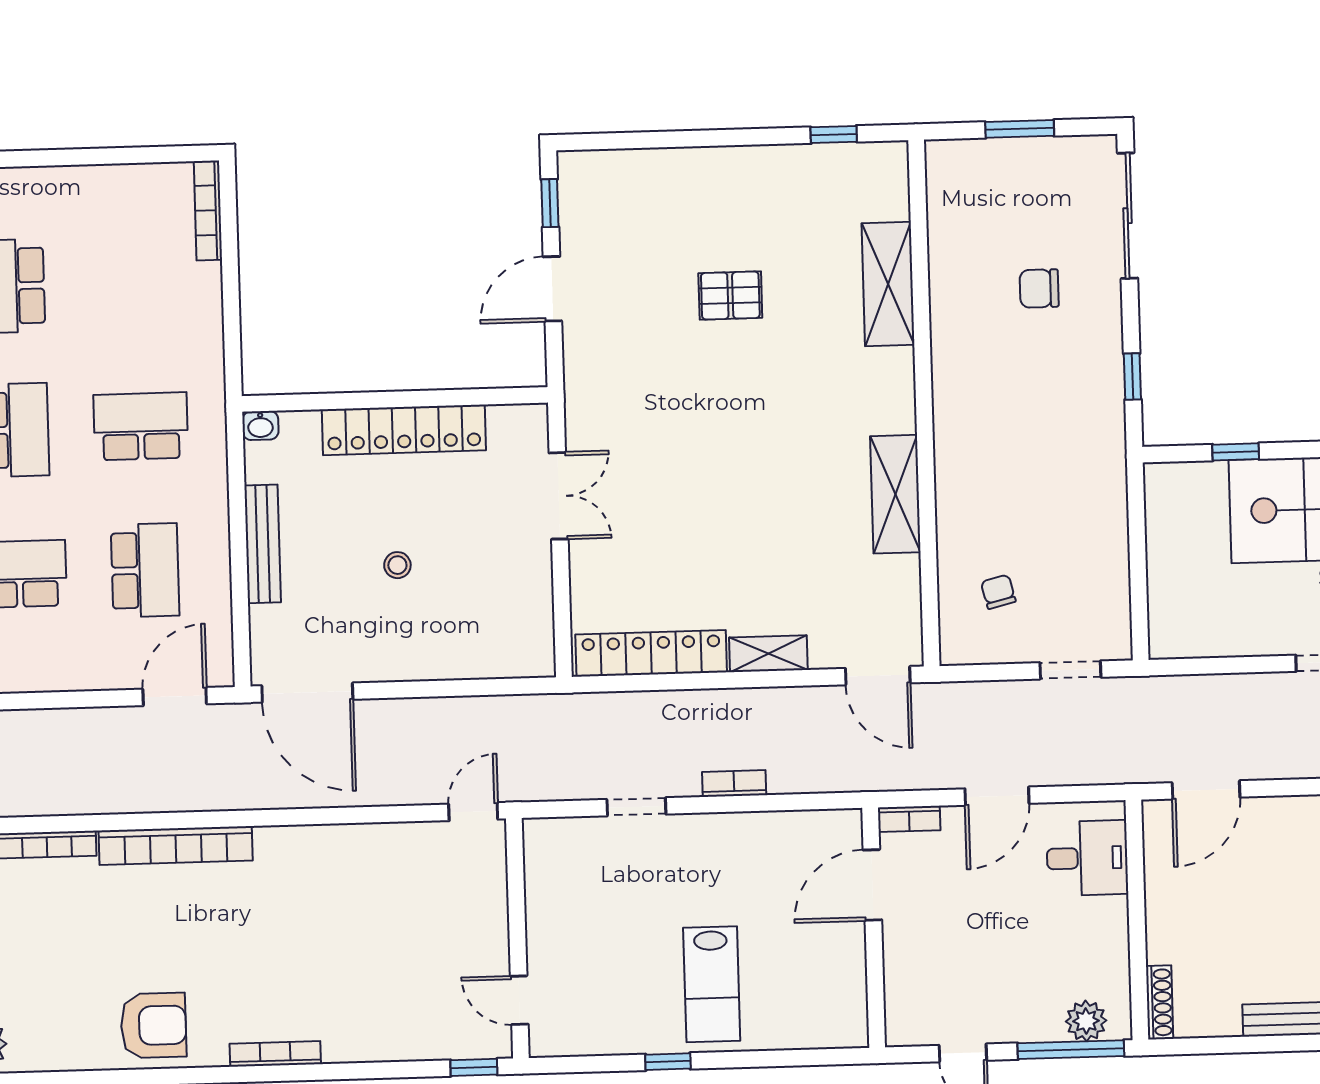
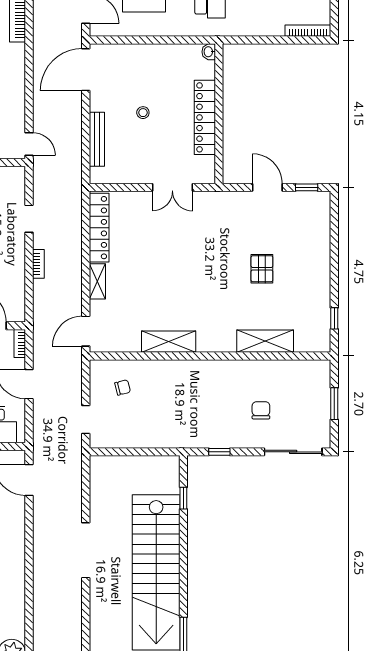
bench: (263, 544) -> (97, 139), moved, turned 90

